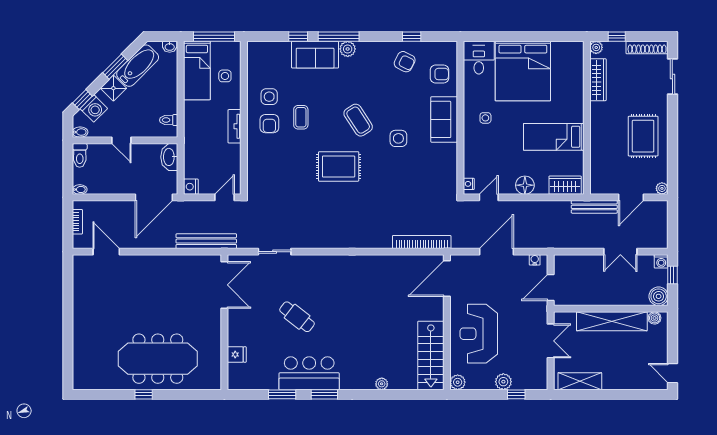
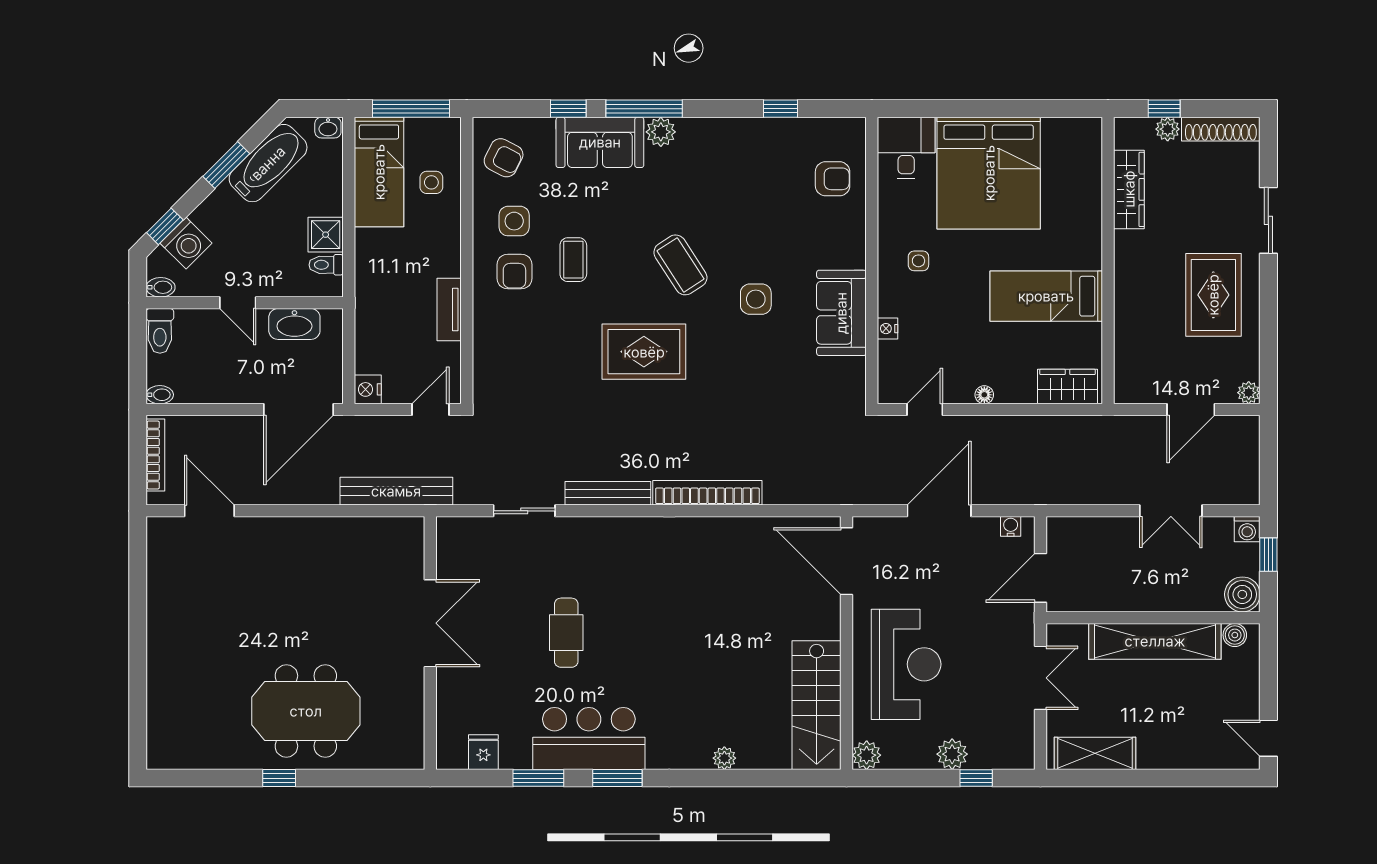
plant: (596, 47) -> (1168, 129), moved
armchair: (405, 62) -> (504, 158), moved
sliding door: (672, 76) -> (1268, 220), moved
shower: (113, 88) -> (326, 235), moved, turned 45
sofa: (444, 119) -> (841, 313), moved
tv unit: (234, 126) -> (449, 310), moved
washbasin: (169, 157) -> (294, 324), moved, turned -90
nightstand: (469, 184) -> (888, 329), moved
floor lamp: (525, 185) -> (984, 395), width x0.53, depth x0.53
bench: (594, 207) -> (608, 493), moved
bookcase: (77, 222) -> (155, 455), width x1.56
bookcase: (422, 242) -> (707, 493), moved
door: (447, 278) -> (846, 561), hinge flipped
double door: (224, 285) -> (430, 623), moved
cafe table: (297, 317) -> (566, 633), turned 52
reception desk: (479, 334) -> (906, 664), turned 180
fridge: (237, 354) -> (483, 752), moved, turned -90
meeting table: (158, 359) -> (306, 711), width x0.73

